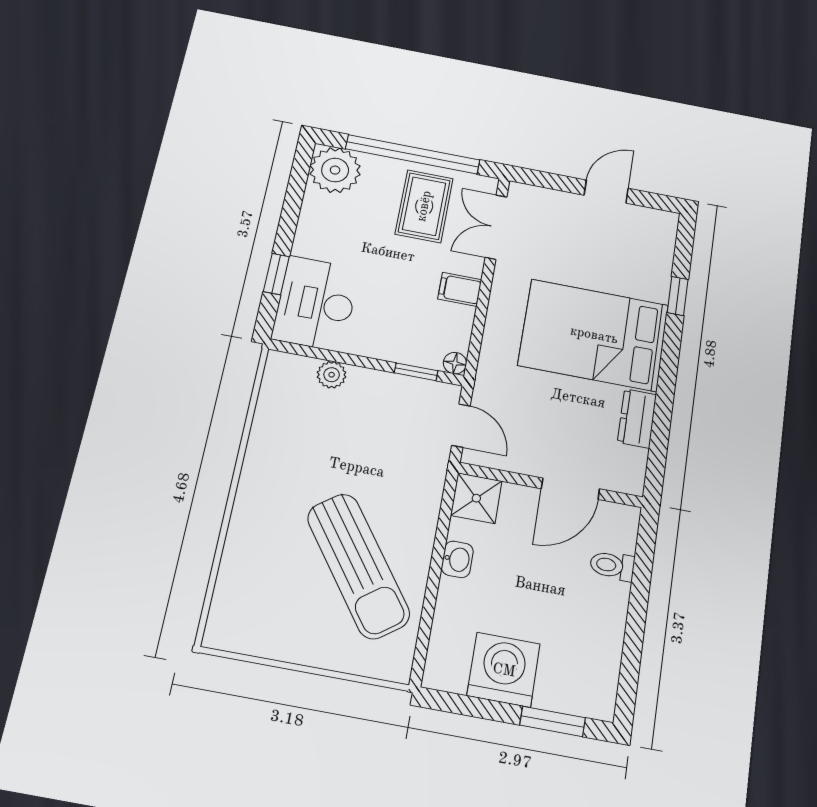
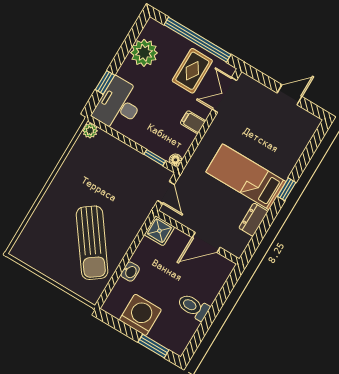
plant: (335, 170) -> (144, 53), moved
window: (678, 296) -> (287, 189), moved
bed: (594, 335) -> (246, 177), width x0.67
plant: (332, 375) -> (90, 131), moved
washbasin: (457, 559) -> (130, 272), moved
toilet: (612, 566) -> (193, 307), moved, width x1.37, depth x1.39

